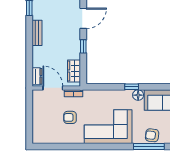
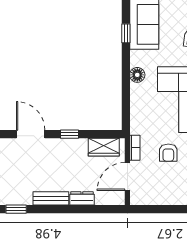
dresser: (37, 76) -> (82, 198), moved
window: (132, 87) -> (126, 33), moved
floor lamp: (138, 95) -> (137, 75), moved

